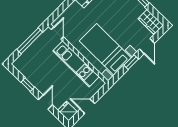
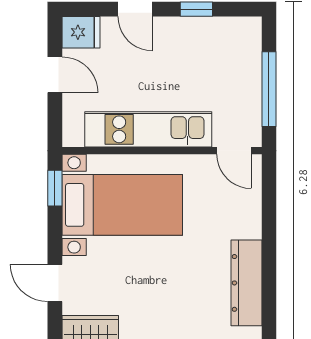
window: (131, 62) -> (55, 188), moved
door: (87, 106) -> (55, 75), hinge flipped

